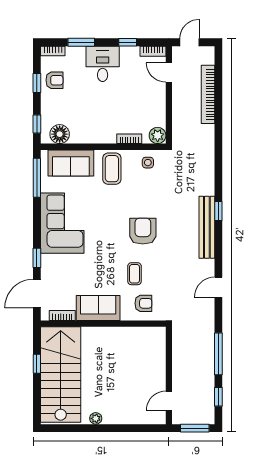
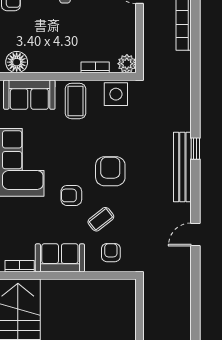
side table: (148, 163) -> (116, 94), width x1.87, depth x1.87
armchair: (108, 253) -> (71, 195), added
coffee table: (135, 274) -> (101, 219), turned 52
armchair: (143, 303) -> (111, 253), turned -90
window: (218, 354) -> (195, 309), removed

